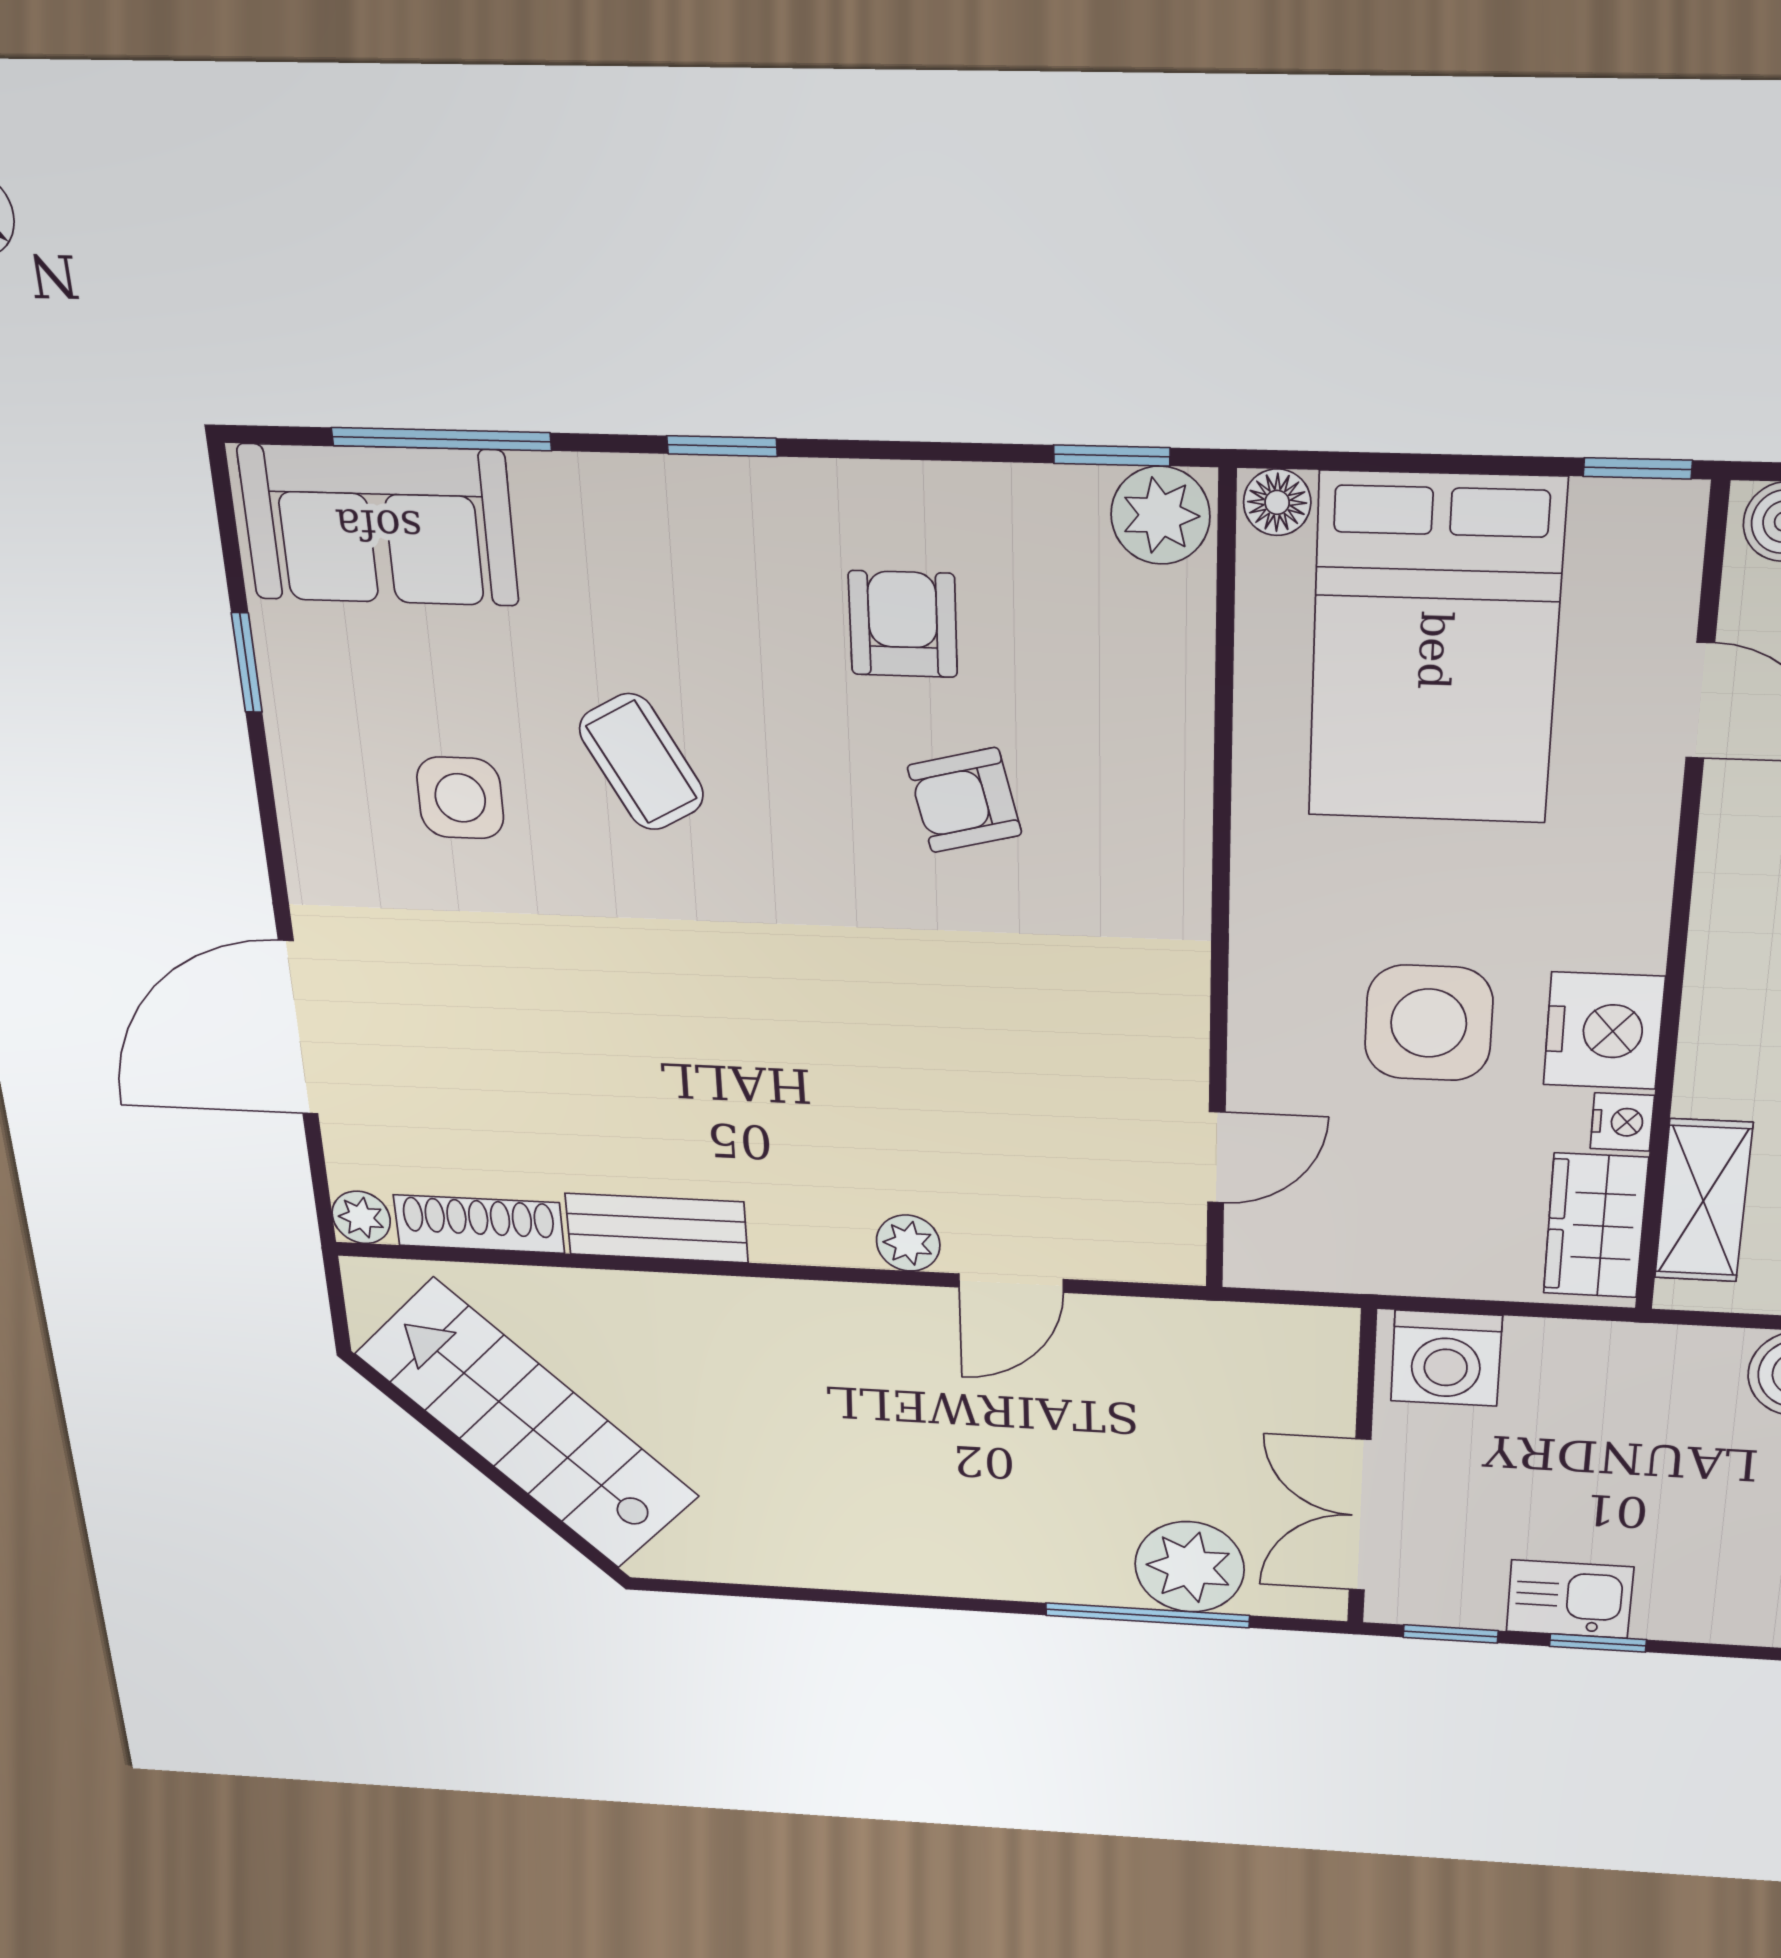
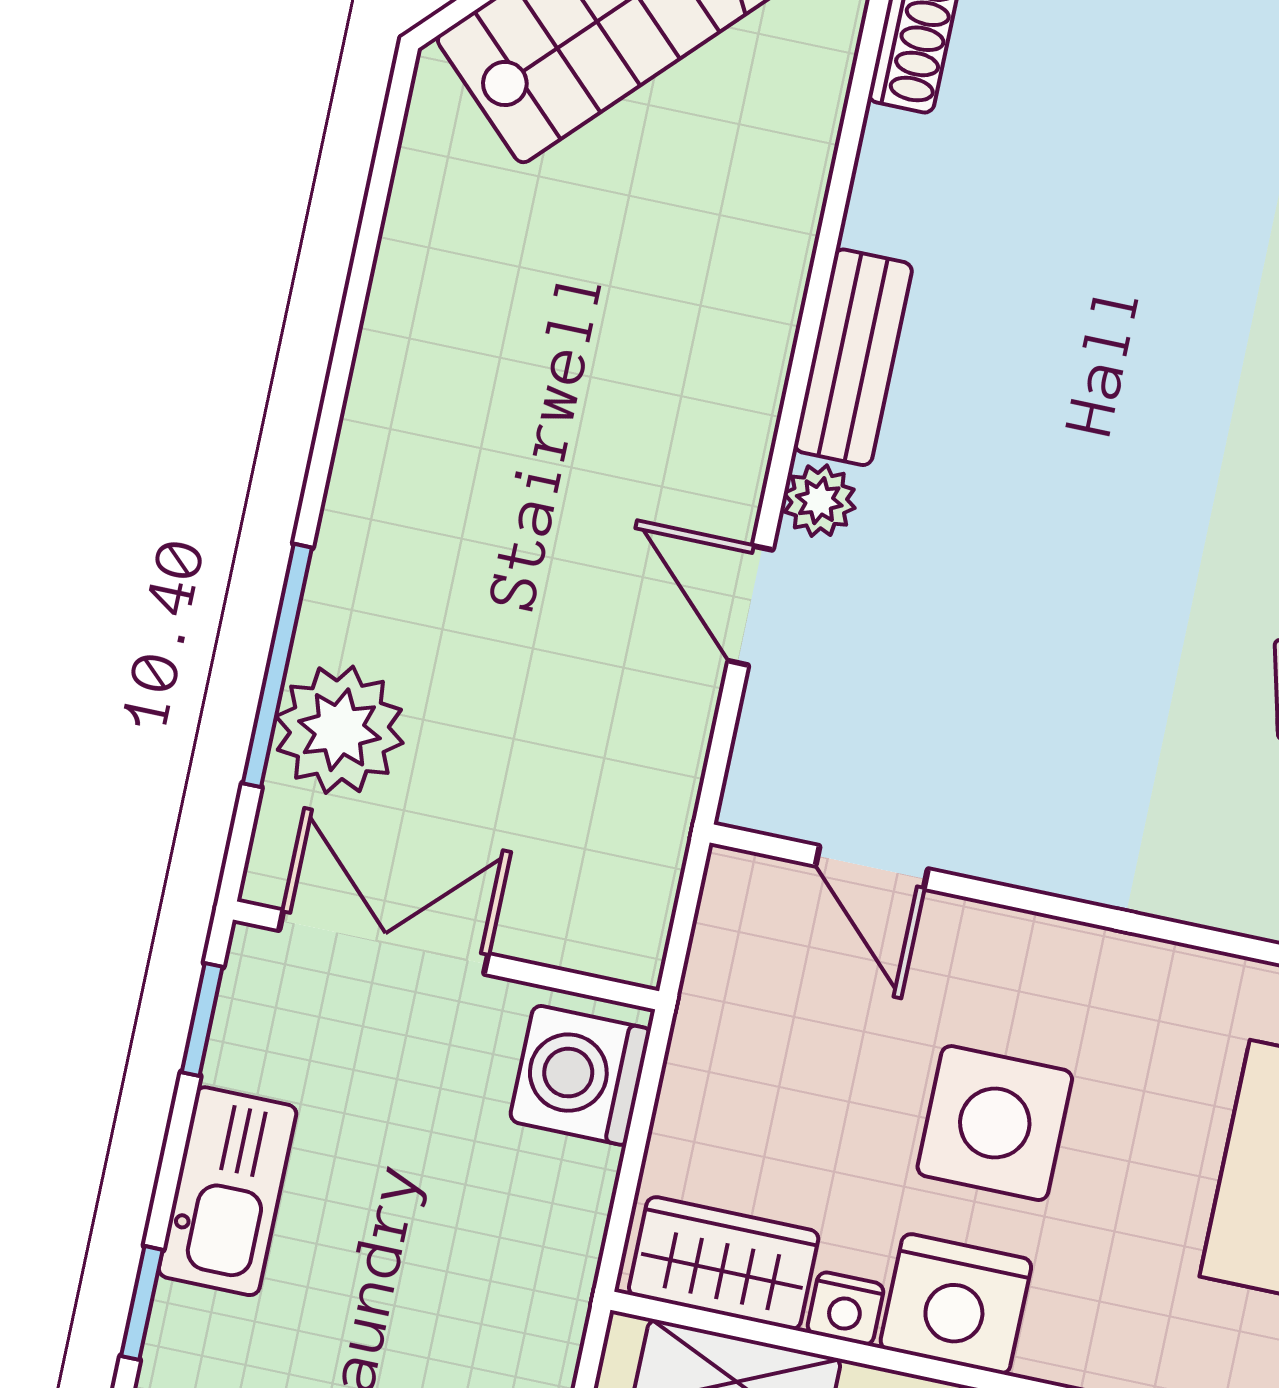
bench: (657, 1228) -> (853, 357), moved
kitchen sink: (1570, 1599) -> (228, 1191), width x1.38
window: (1598, 1643) -> (142, 1303), moved

